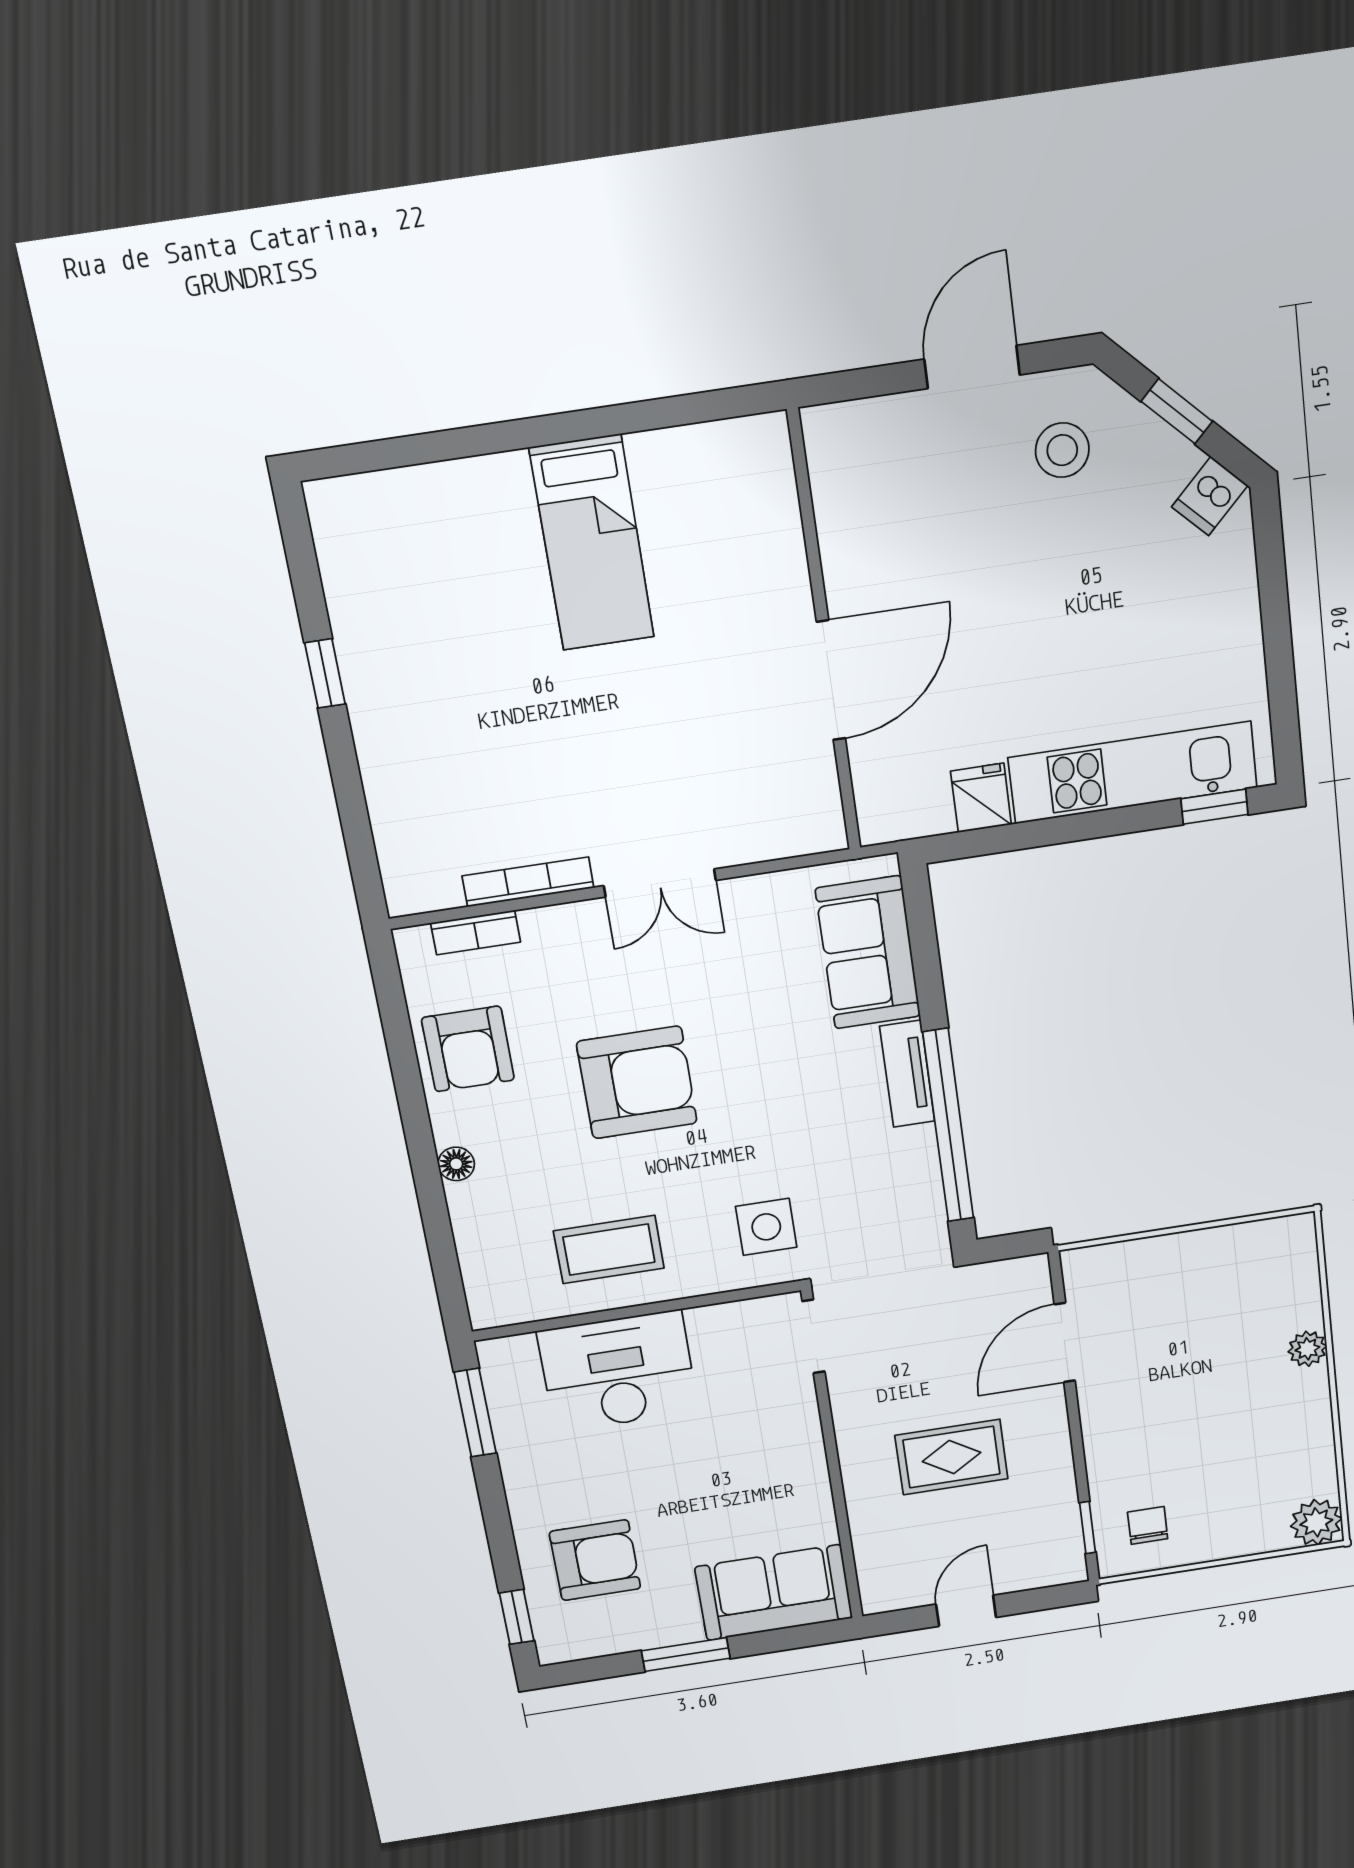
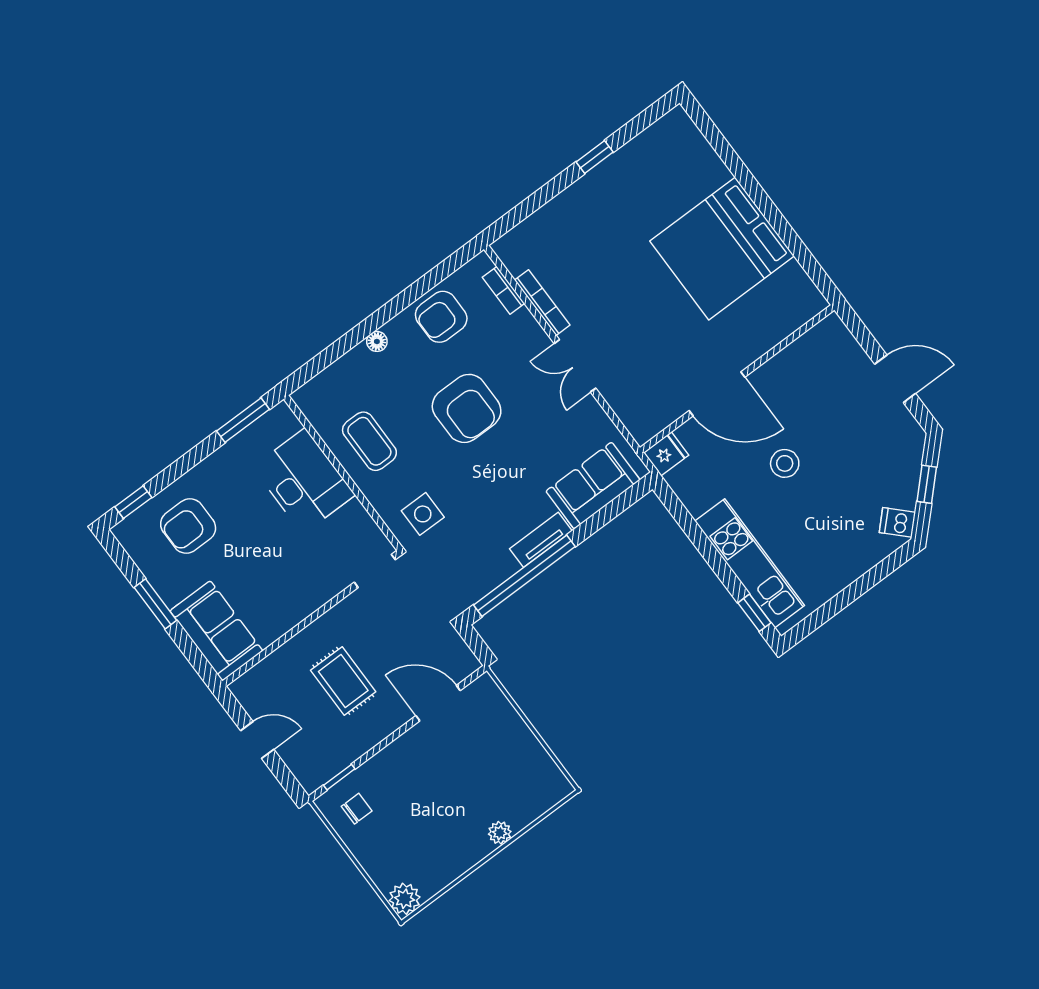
stool: (1062, 450) -> (785, 463), moved
bed: (592, 543) -> (722, 249), width x2.04
fridge: (981, 798) -> (666, 454), moved
armchair: (595, 1560) -> (188, 526), turned 90

